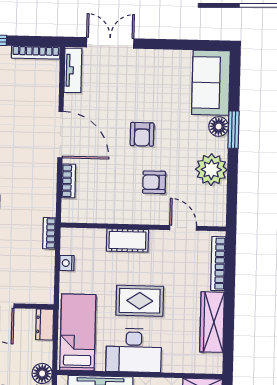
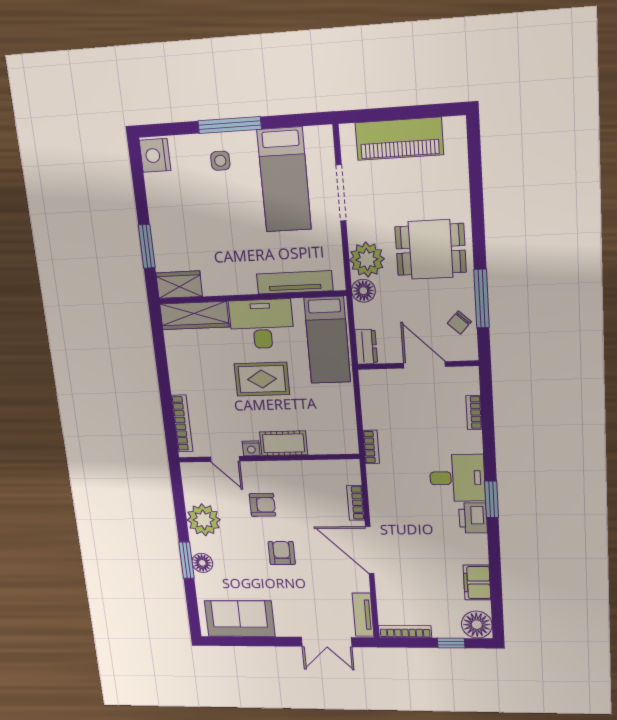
sofa: (211, 83) -> (240, 619), moved, turned -90
nightstand: (67, 263) -> (251, 448), moved, turned 90
wardrobe: (212, 322) -> (194, 315), moved, turned 90

